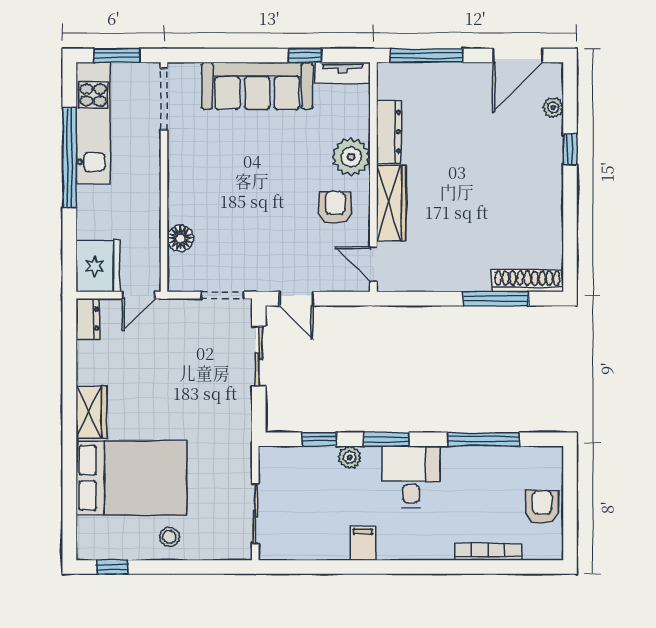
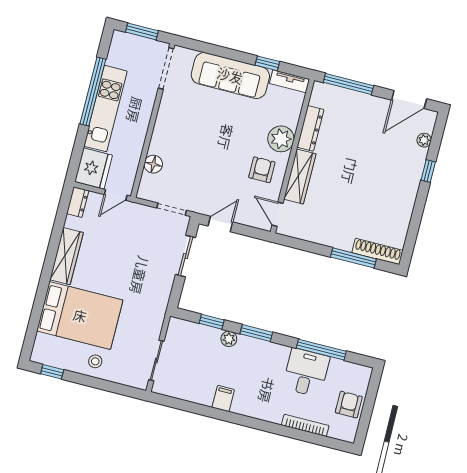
kitchen unit: (93, 123) -> (105, 109), moved
door: (296, 299) -> (220, 224), swing flipped
wardrobe: (91, 412) -> (67, 256), width x1.50
desk: (411, 477) -> (306, 372), moved

